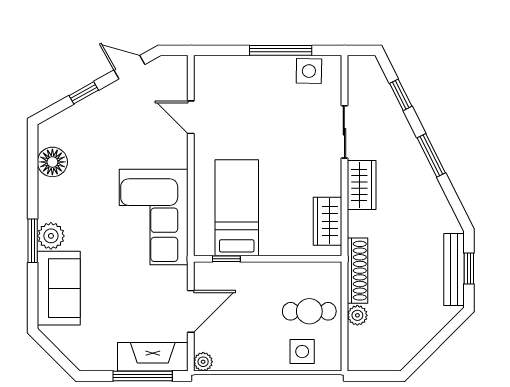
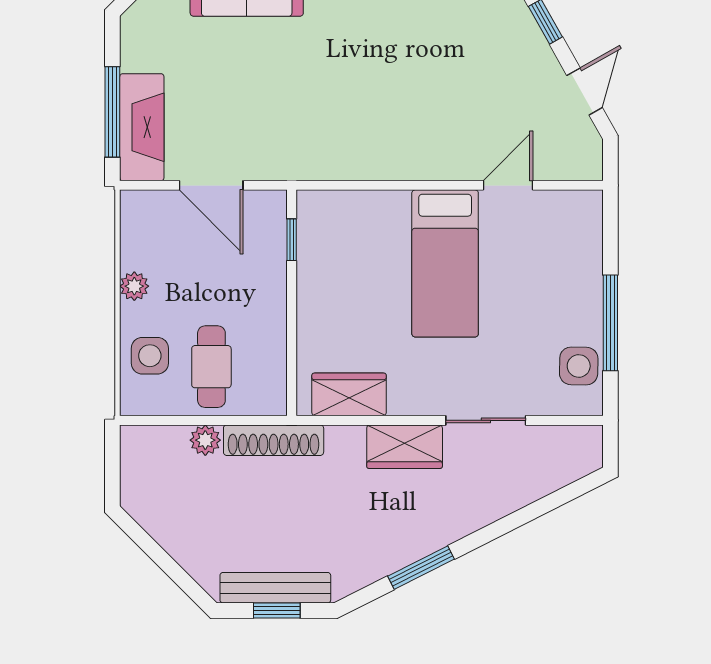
window: (401, 95) -> (542, 506), removed
window: (431, 155) -> (421, 568), moved
bed: (237, 208) -> (445, 263), moved, turned 90
corner sofa: (154, 217) -> (355, 129), removed
plant: (203, 362) -> (134, 286), moved

